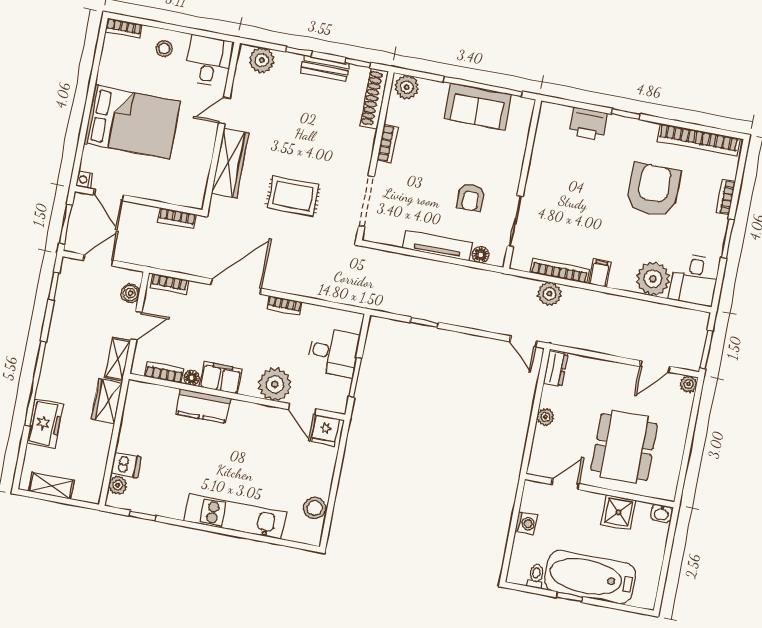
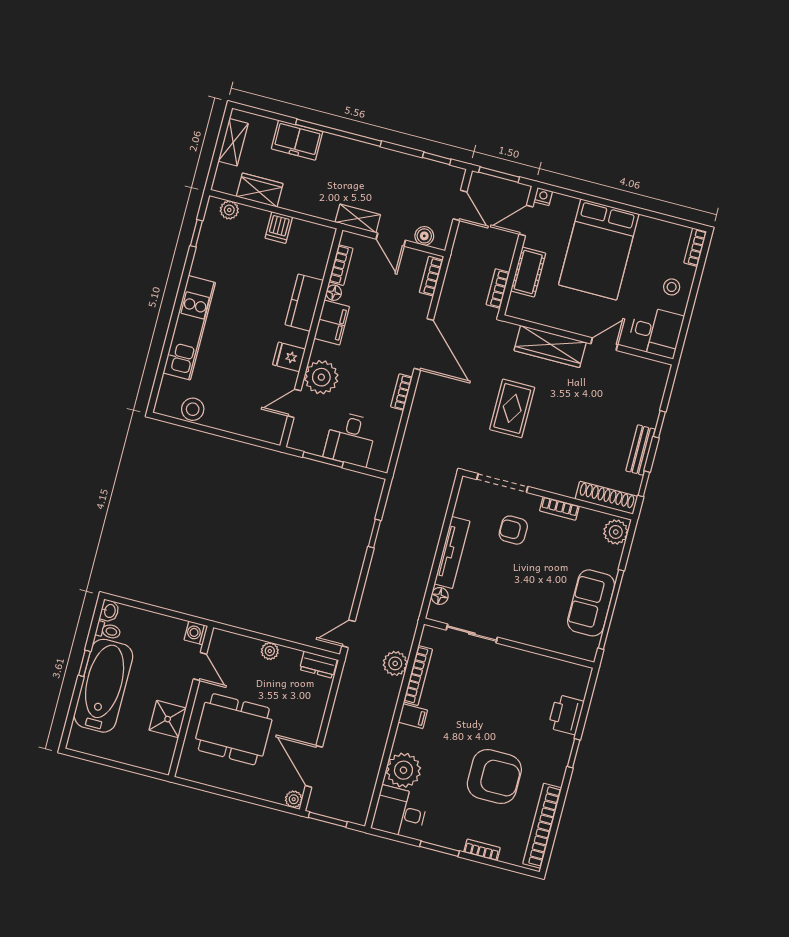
plant: (262, 60) -> (653, 386), removed
door: (224, 110) -> (604, 344), hinge flipped
cot: (159, 189) -> (528, 272), added
armchair: (471, 197) -> (513, 530), moved
door: (655, 366) -> (314, 766), width x1.38
wardrobe: (107, 401) -> (260, 190), moved
fridge: (325, 430) -> (289, 357), moved
dishwasher: (126, 465) -> (279, 228), moved
washbasin: (661, 513) -> (109, 611), moved, turned 180
washing machine: (526, 523) -> (196, 633), moved, turned 90

